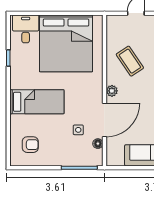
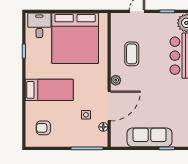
coffee table: (130, 61) -> (132, 54), turned 34
armchair: (30, 145) -> (43, 128), turned 180

